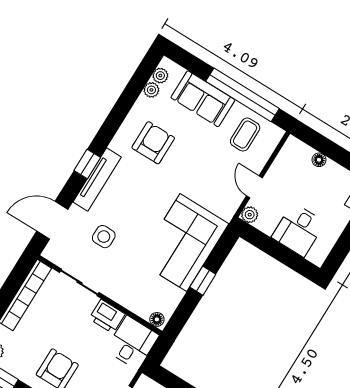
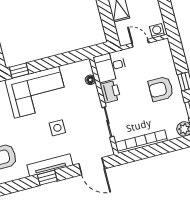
side table: (104, 237) -> (57, 128), moved
window: (203, 281) -> (19, 71), moved
floor lamp: (157, 319) -> (90, 80), moved

